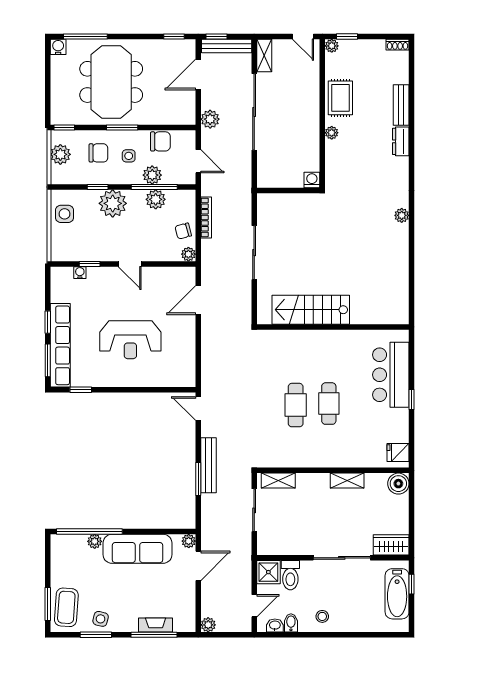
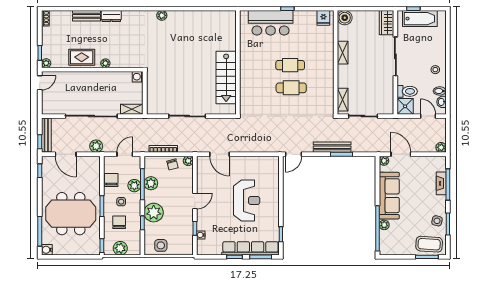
shelving: (264, 55) -> (132, 109), moved

